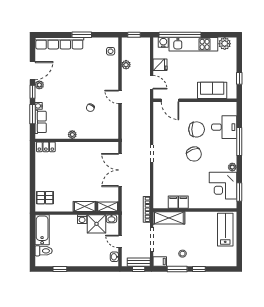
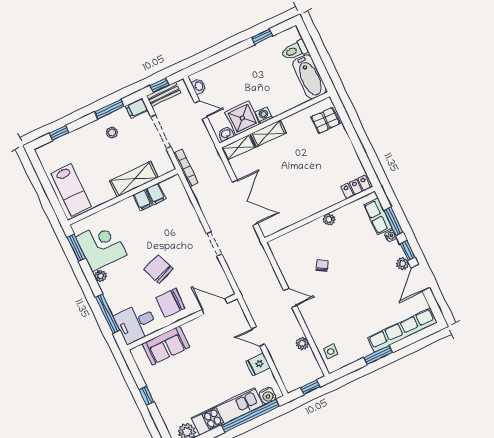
sofa: (212, 90) -> (166, 345), moved
door: (170, 100) -> (215, 307), moved
wall: (195, 100) -> (182, 322), moved
shelving: (169, 218) -> (134, 179), moved
window: (199, 269) -> (59, 133), moved

